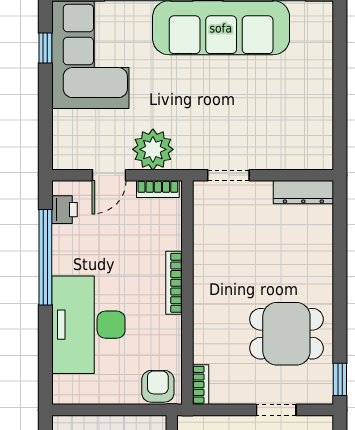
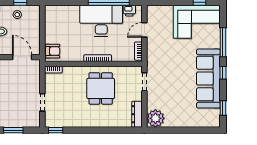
plant: (153, 149) -> (155, 118), moved
door: (109, 175) -> (144, 30), hinge flipped
desk: (88, 325) -> (101, 21), moved
dining table: (286, 334) -> (101, 88), moved

